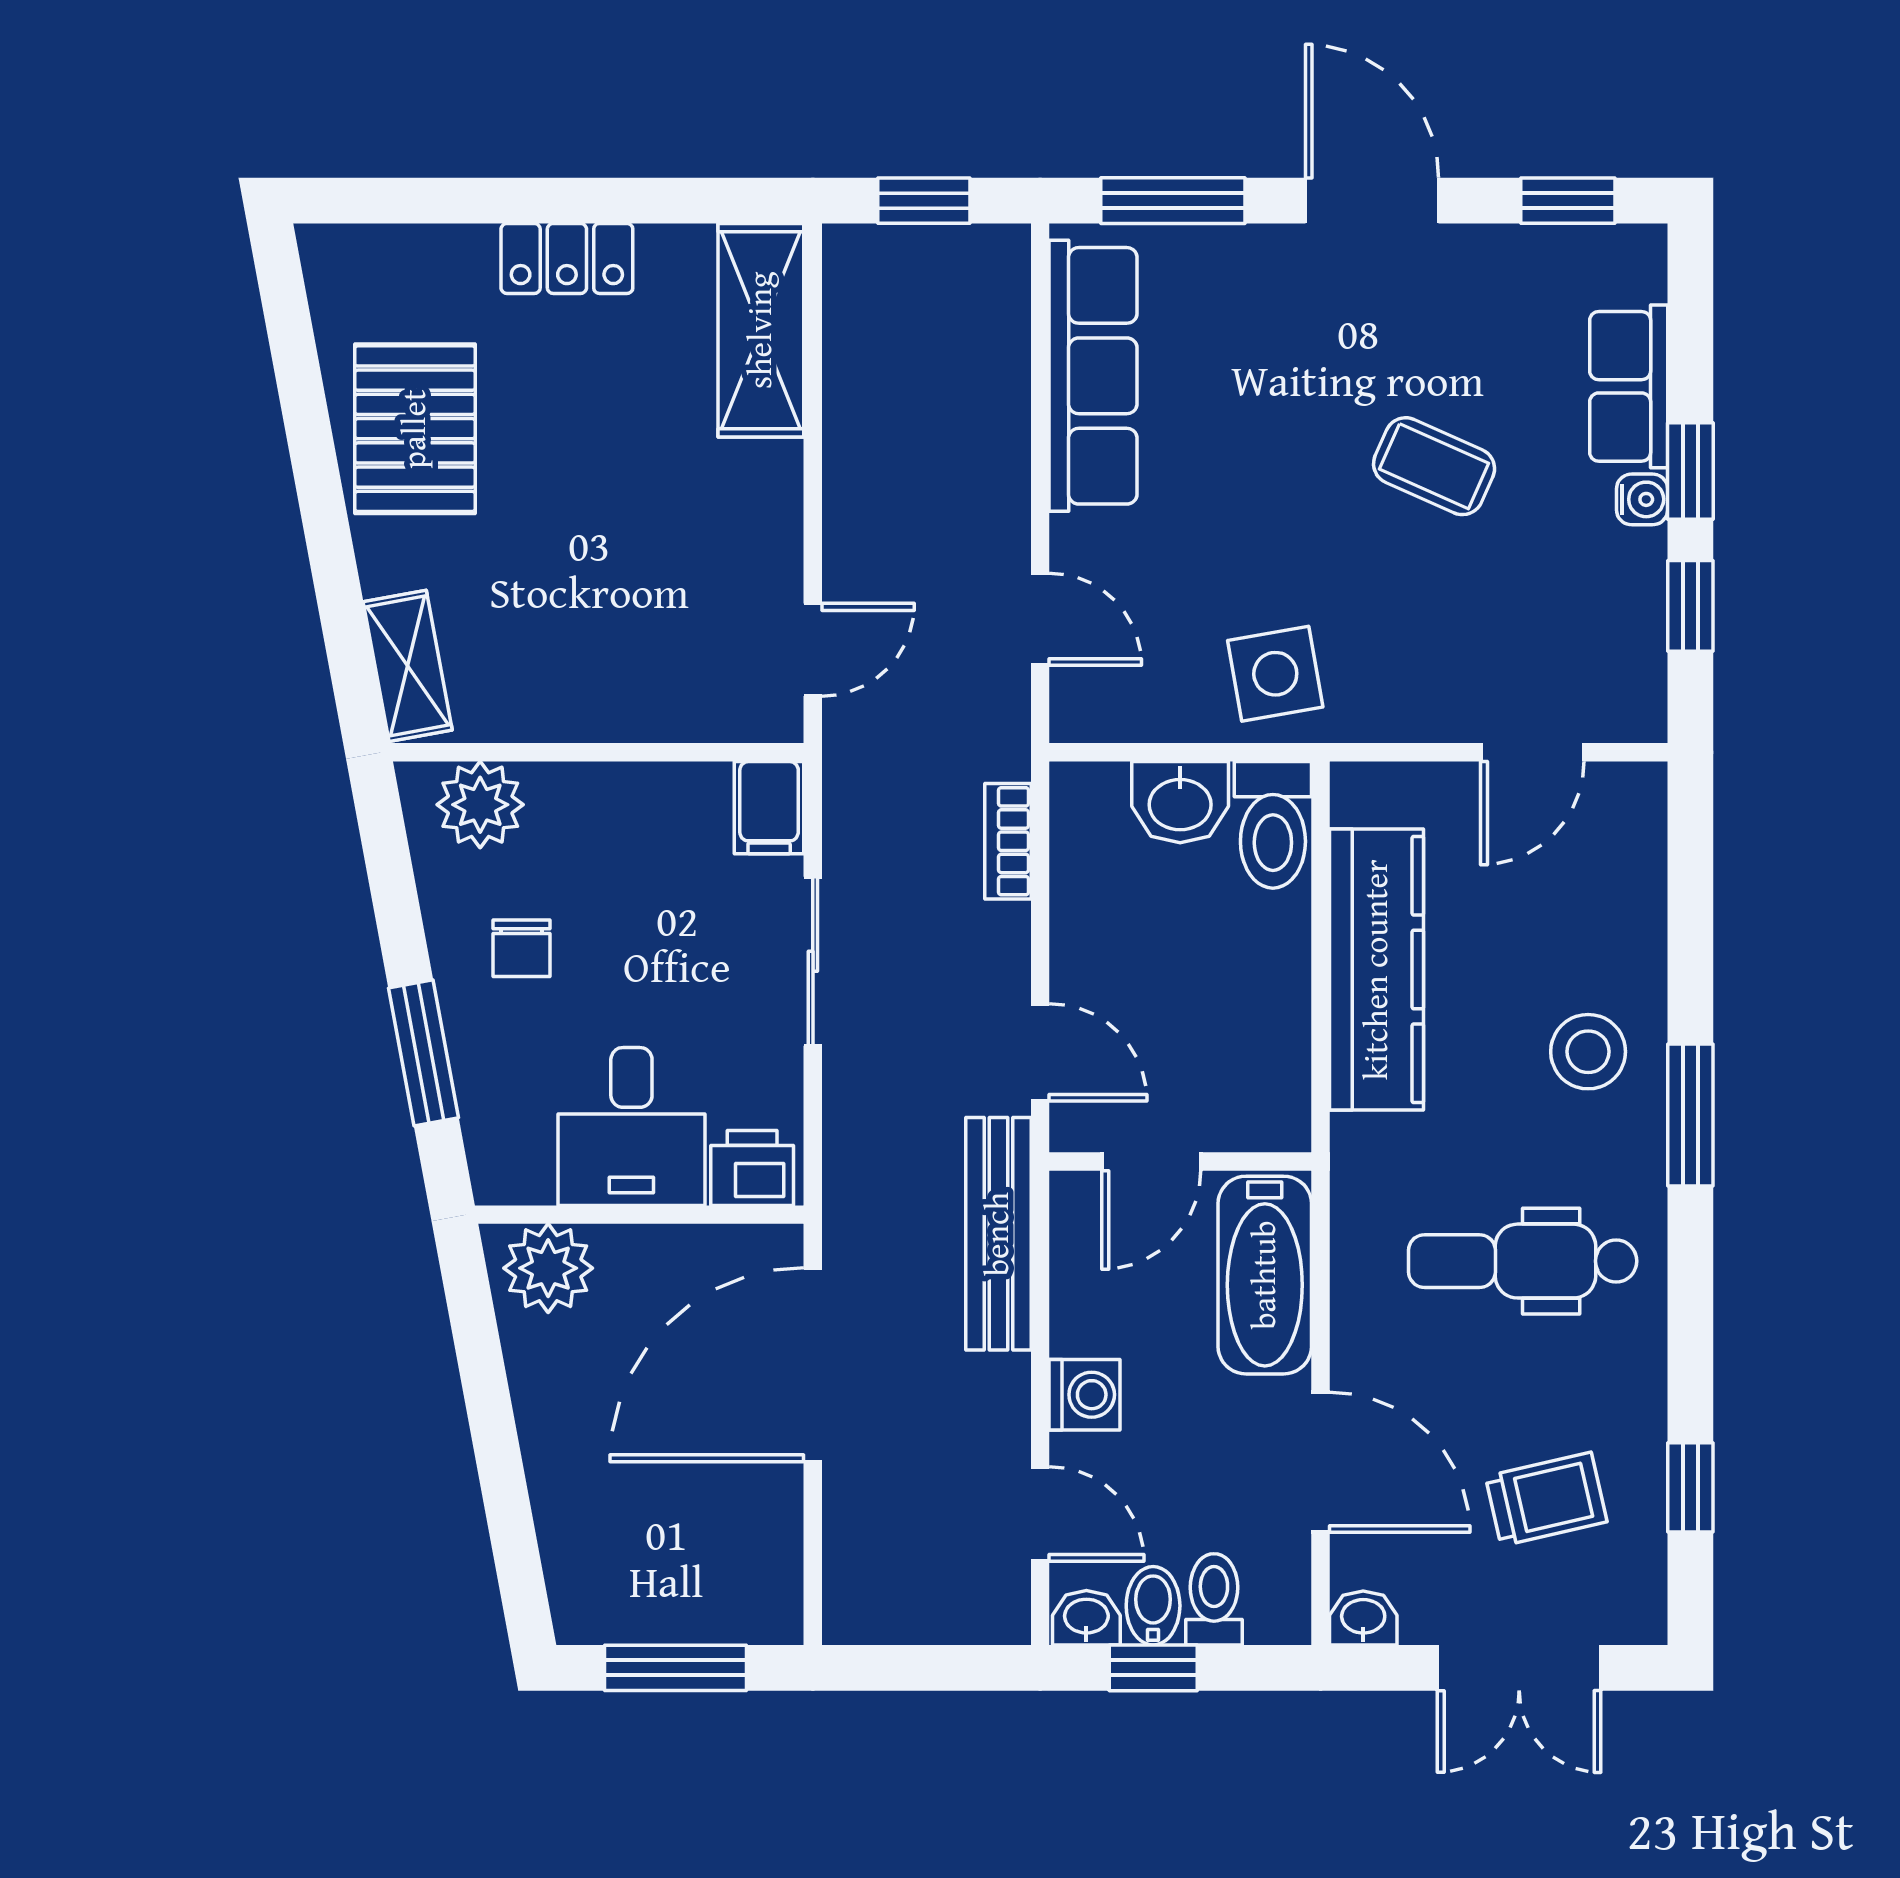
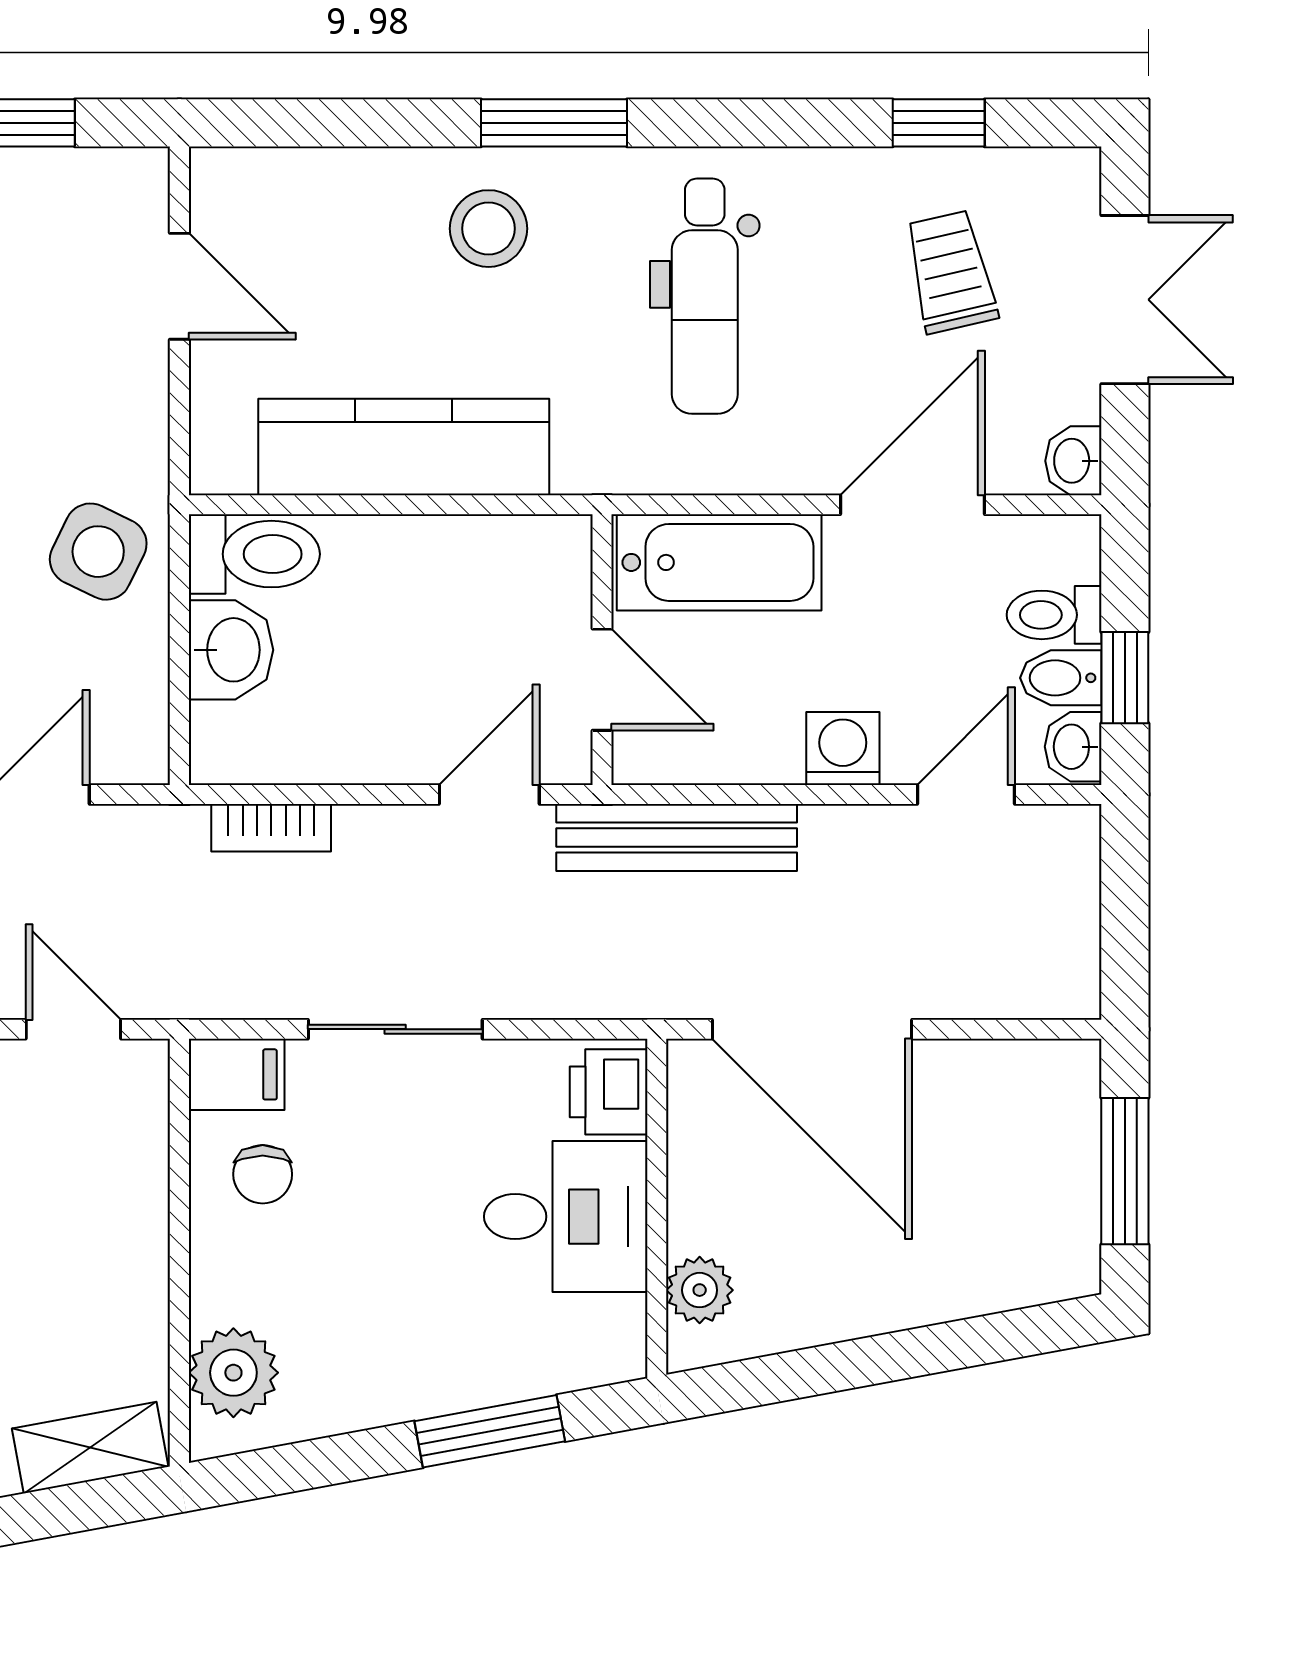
side table: (1275, 674) -> (98, 552), turned 36
chair: (522, 948) -> (263, 1174), moved, turned 90
plant: (548, 1268) -> (700, 1290), width x0.73, depth x0.73

